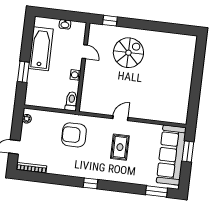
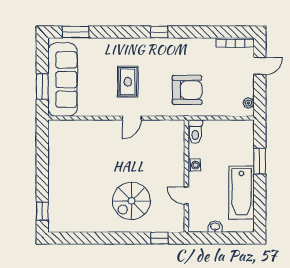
window: (200, 53) -> (42, 211), added

